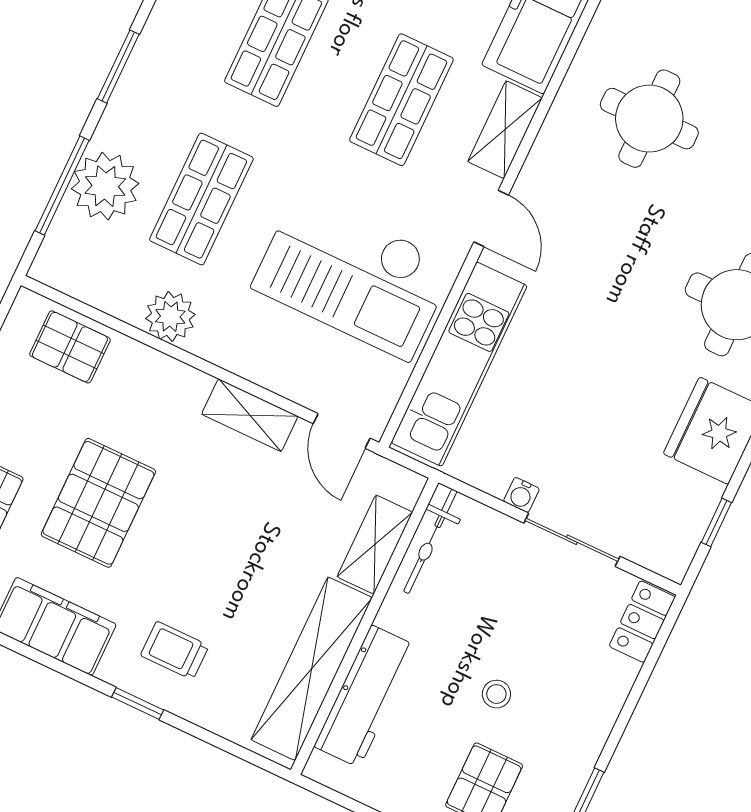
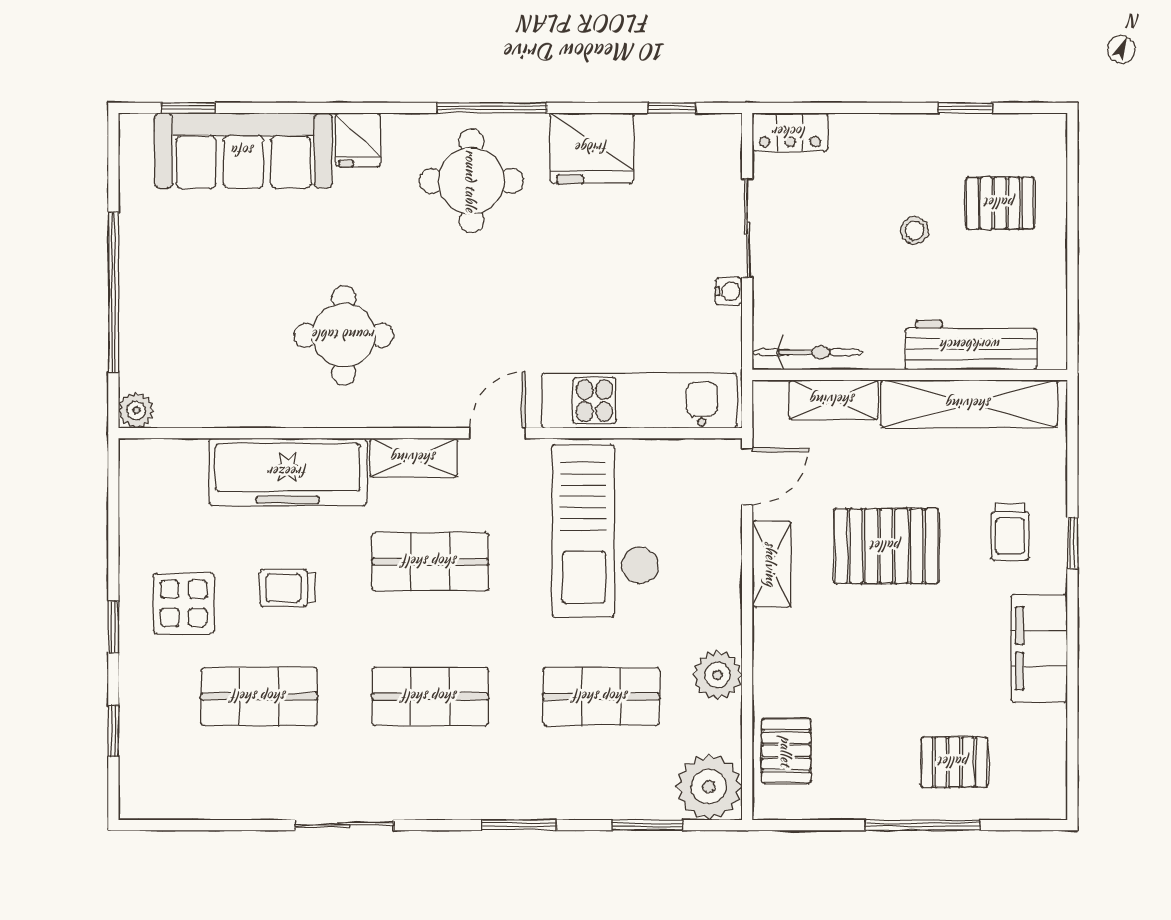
window: (62, 186) -> (647, 825), width x0.69
plant: (105, 186) -> (709, 787), moved
checkout: (353, 276) -> (605, 531), turned 180
pallet: (98, 503) -> (886, 546), moved

